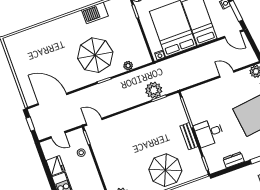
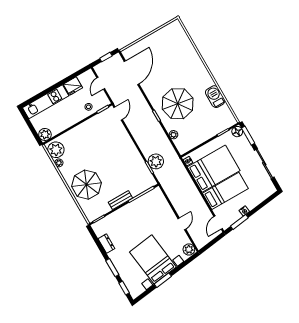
desk: (209, 133) -> (127, 217), removed

